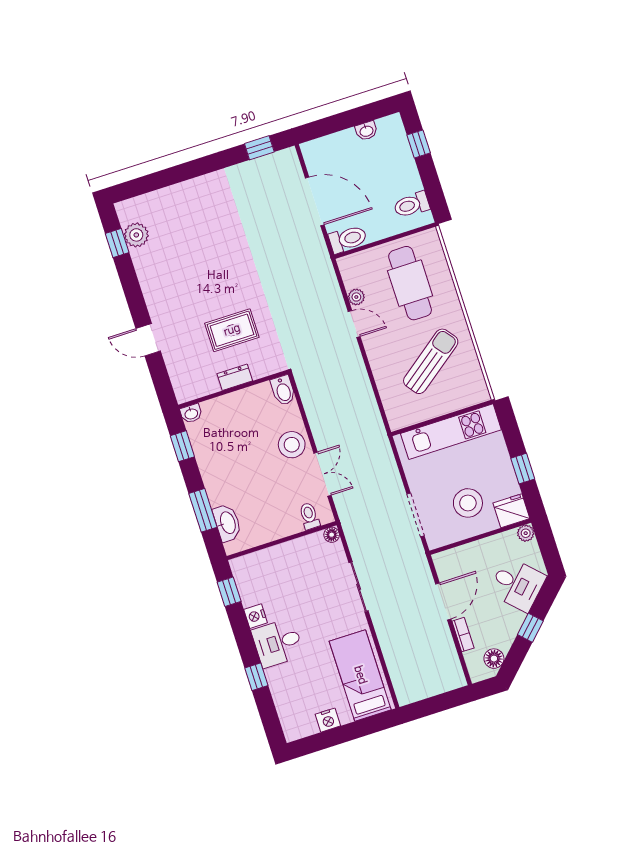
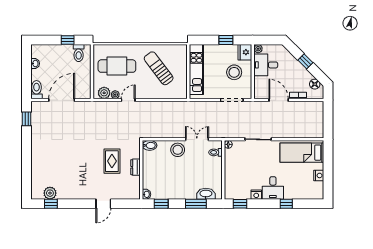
window: (419, 144) -> (68, 40), moved
toilet: (348, 239) -> (37, 90), moved
plant: (353, 275) -> (104, 93), added
desk: (517, 584) -> (266, 65), moved, turned -135

